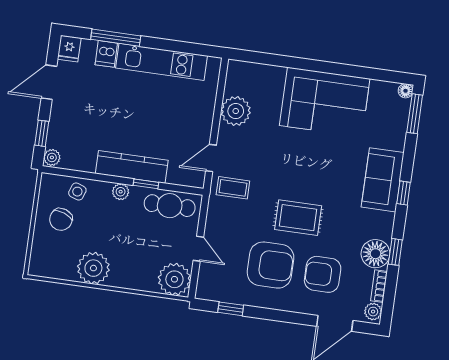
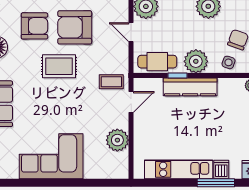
plant: (121, 192) -> (196, 61), width x1.88, depth x1.88

